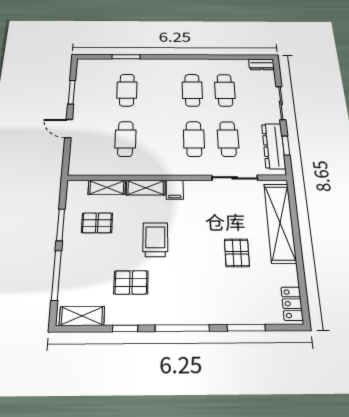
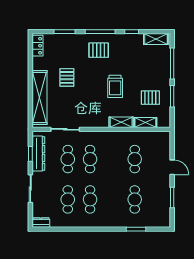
filing cabinet: (175, 190) -> (103, 121), removed
pallet: (131, 282) -> (99, 50), moved

